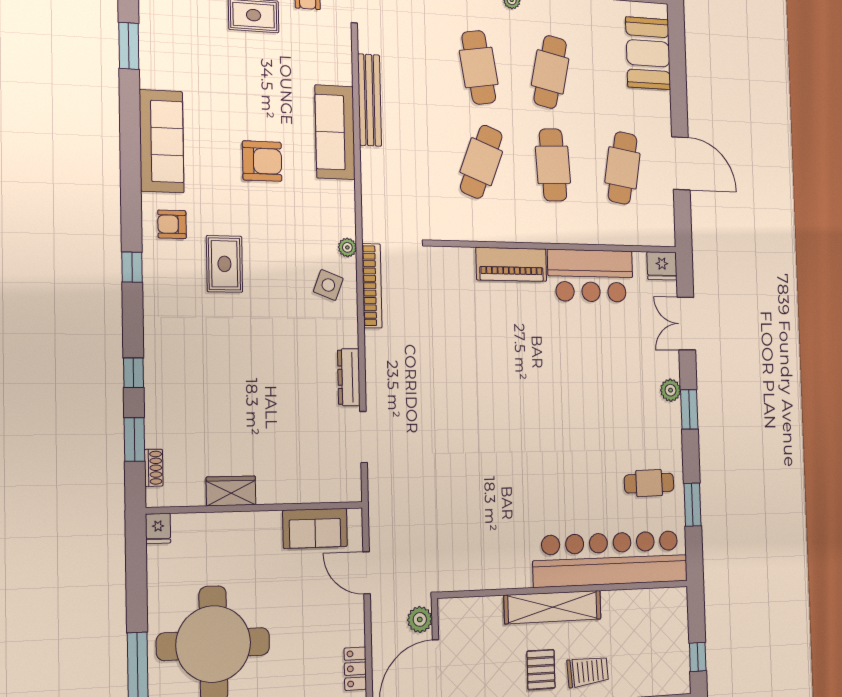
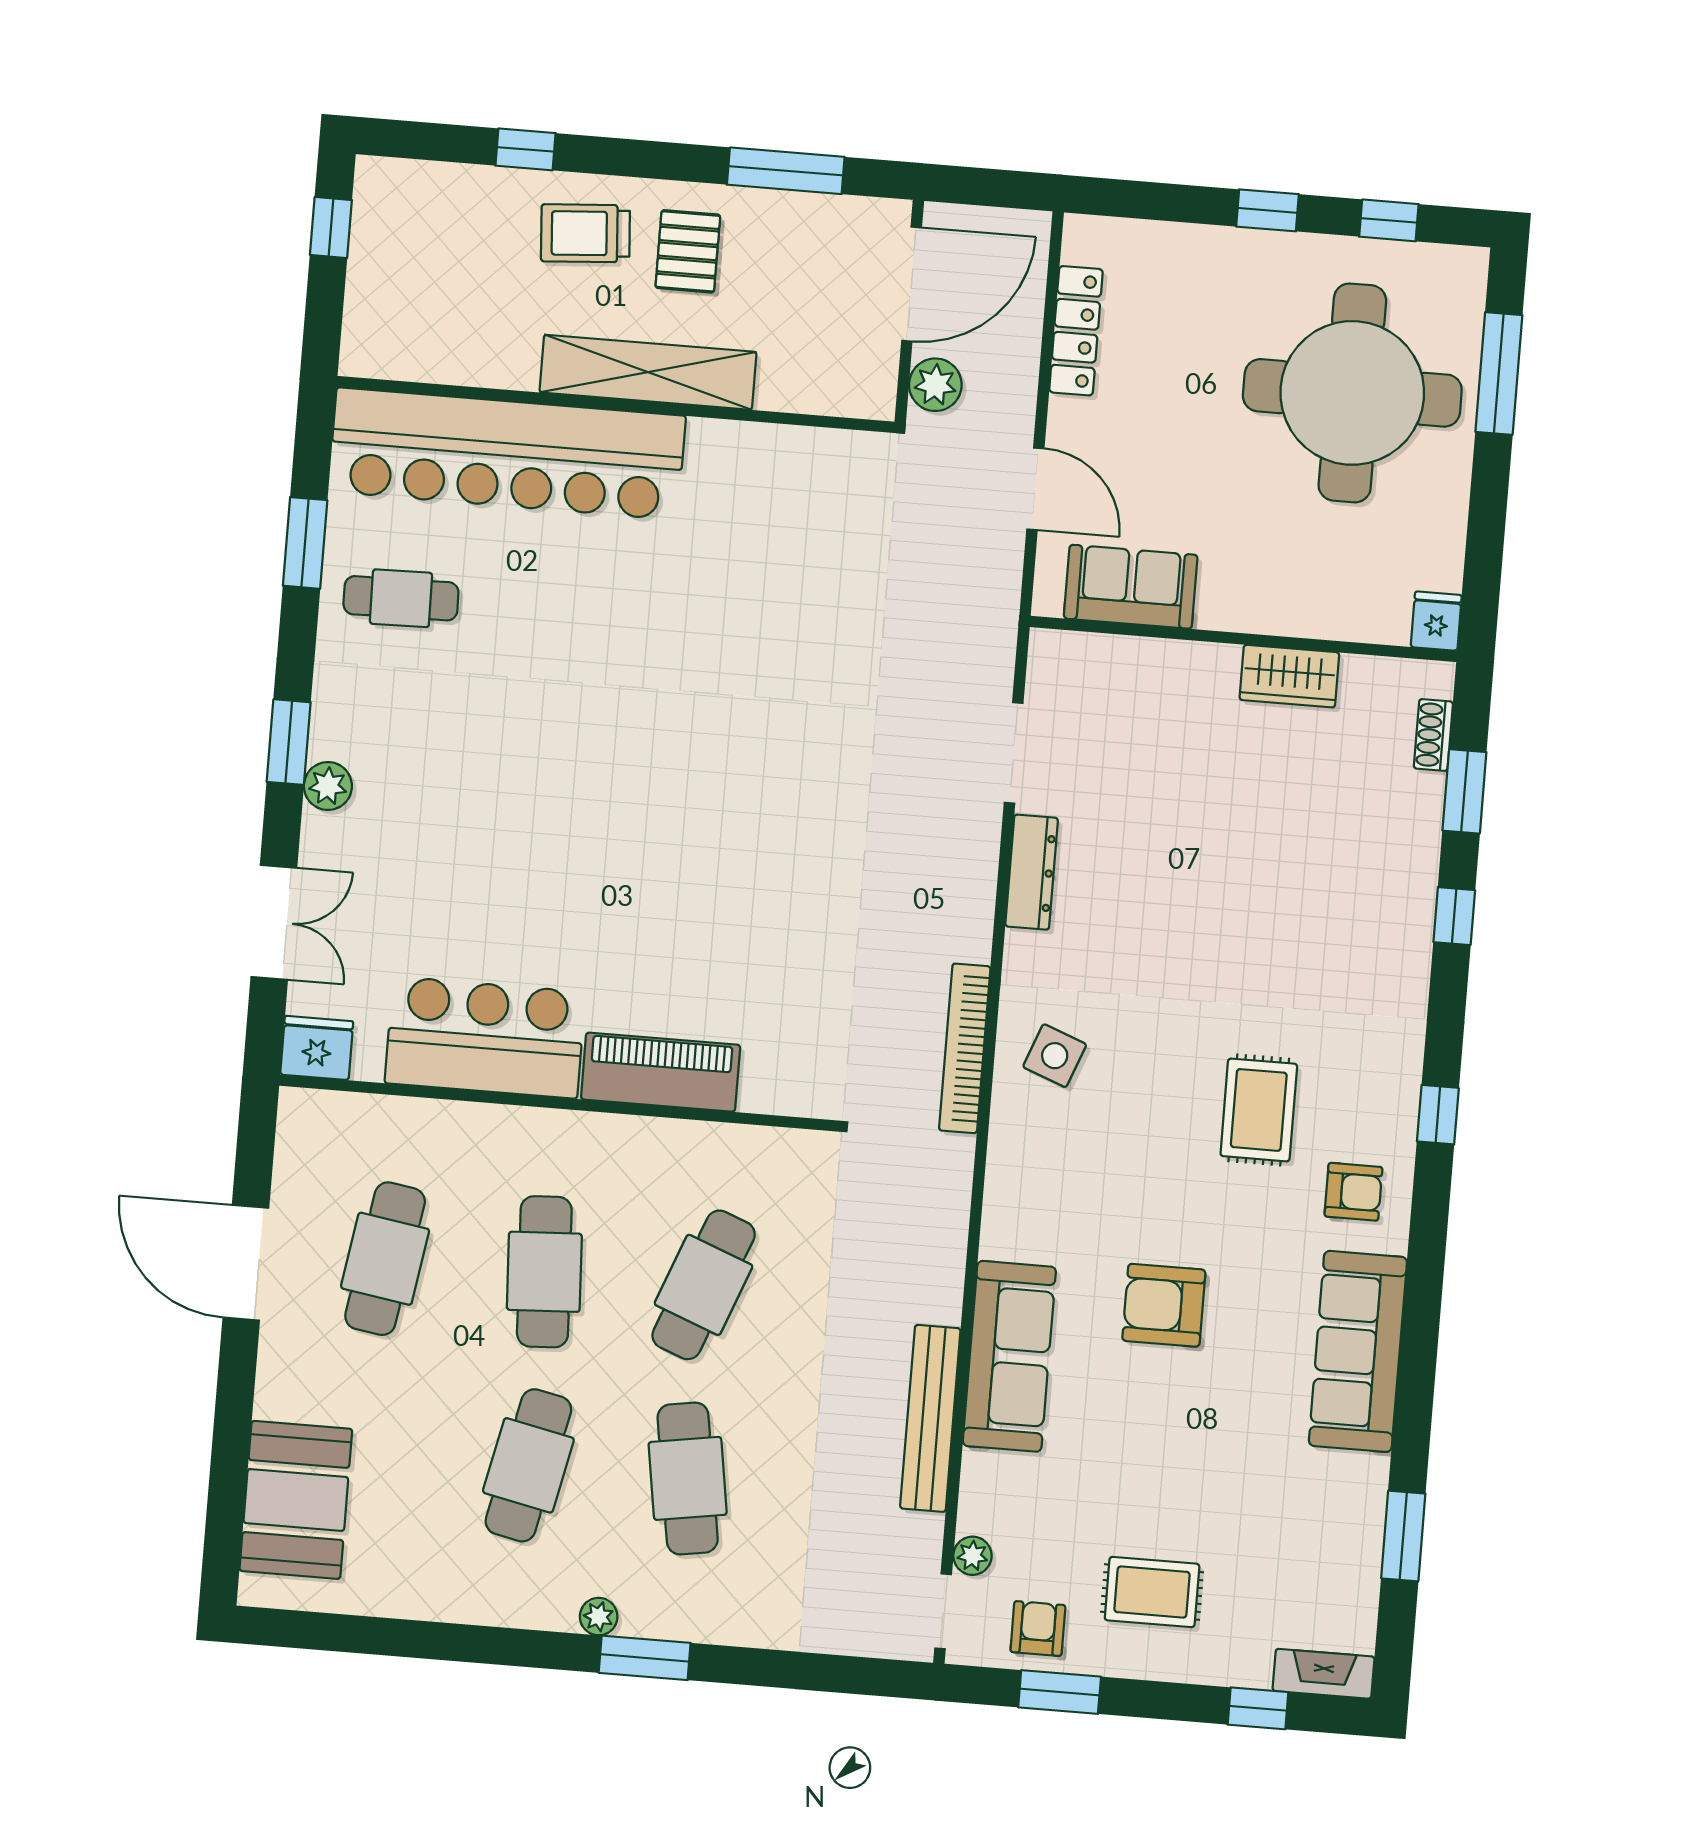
plant: (347, 247) -> (972, 1556), moved
locker: (355, 669) -> (1076, 331), width x1.53

